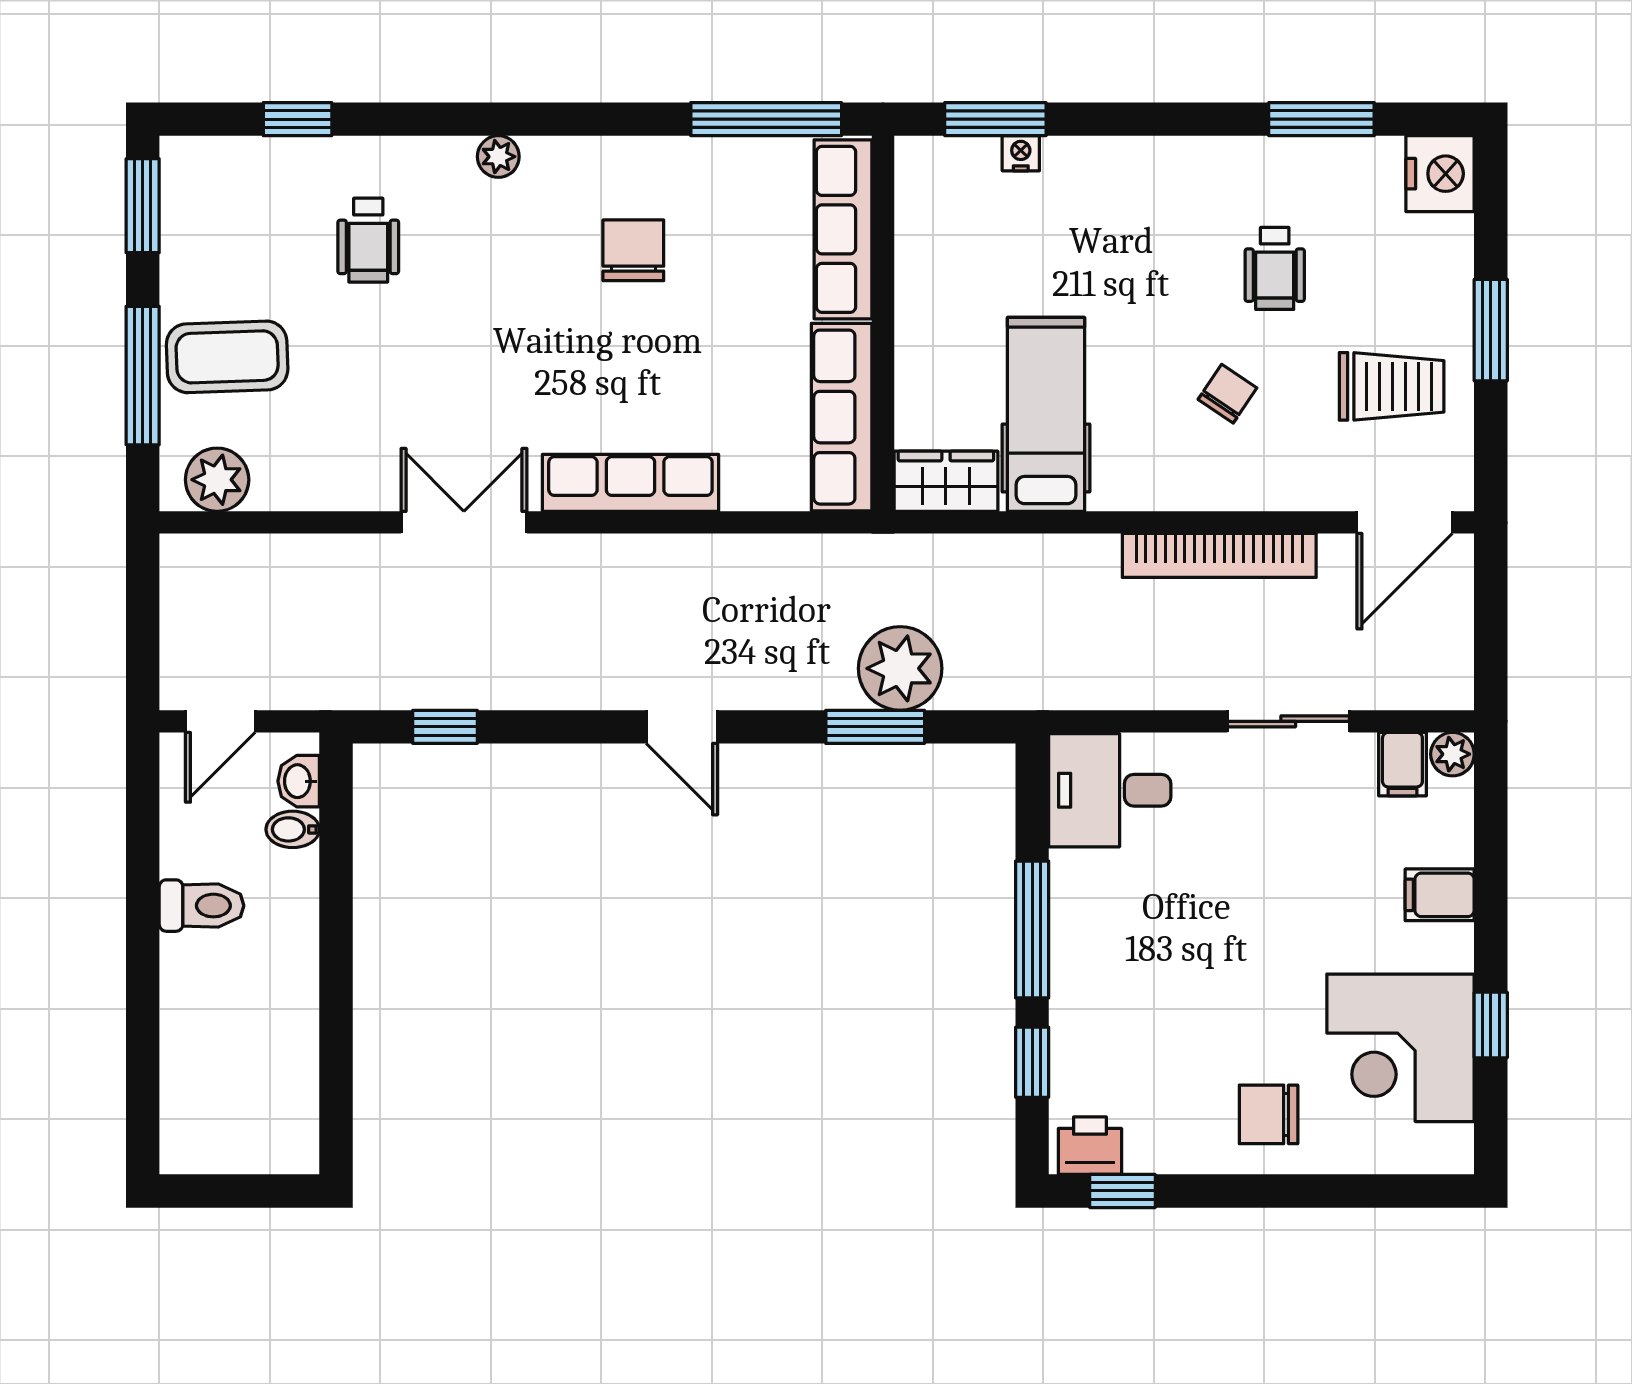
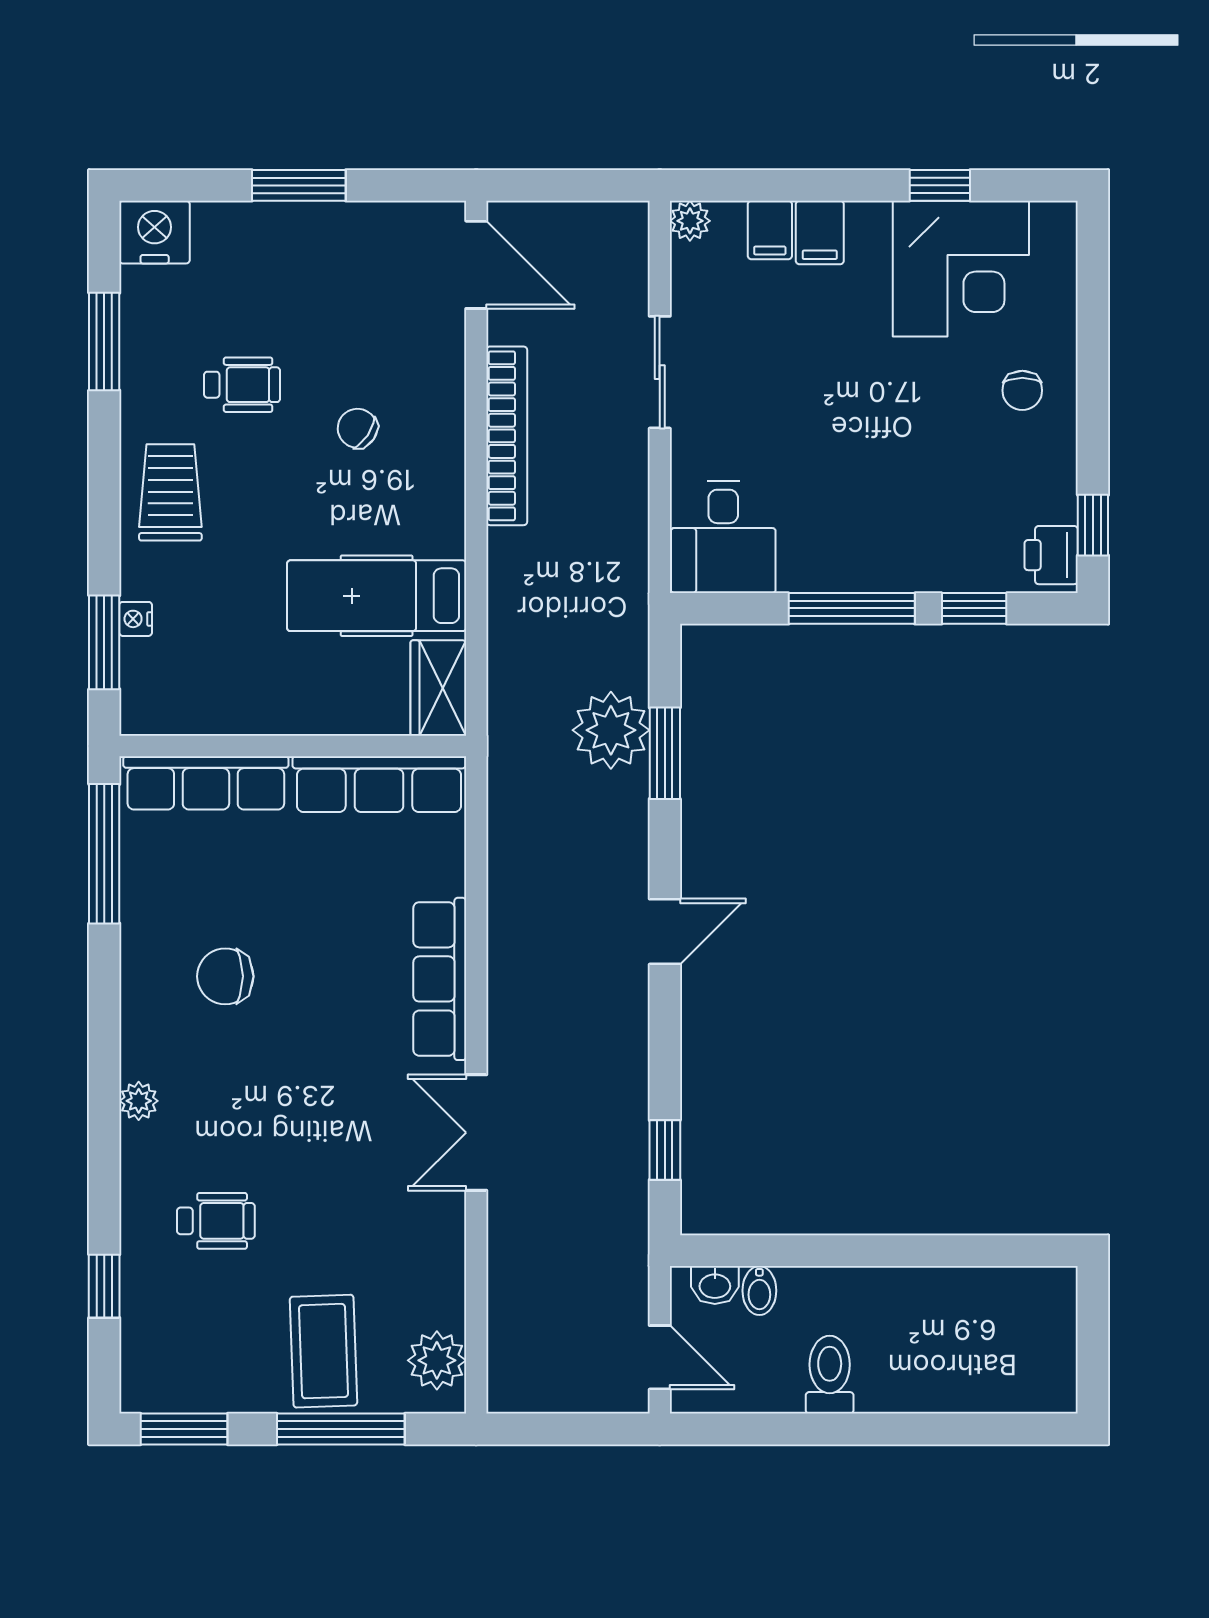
trolley: (1392, 386) -> (170, 492), moved
filing cabinet: (1402, 764) -> (770, 230), moved, turned 90
chair: (1269, 1114) -> (1022, 390), width x0.73, depth x0.73

